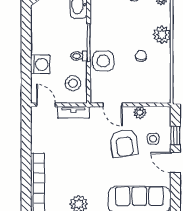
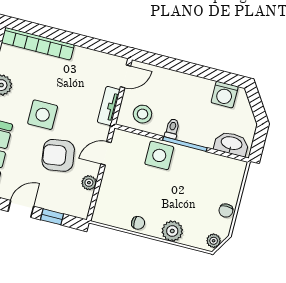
chair: (141, 56) -> (138, 223), moved
washing machine: (40, 64) -> (225, 95), moved
side table: (153, 139) -> (43, 115), moved, width x1.87, depth x1.87

